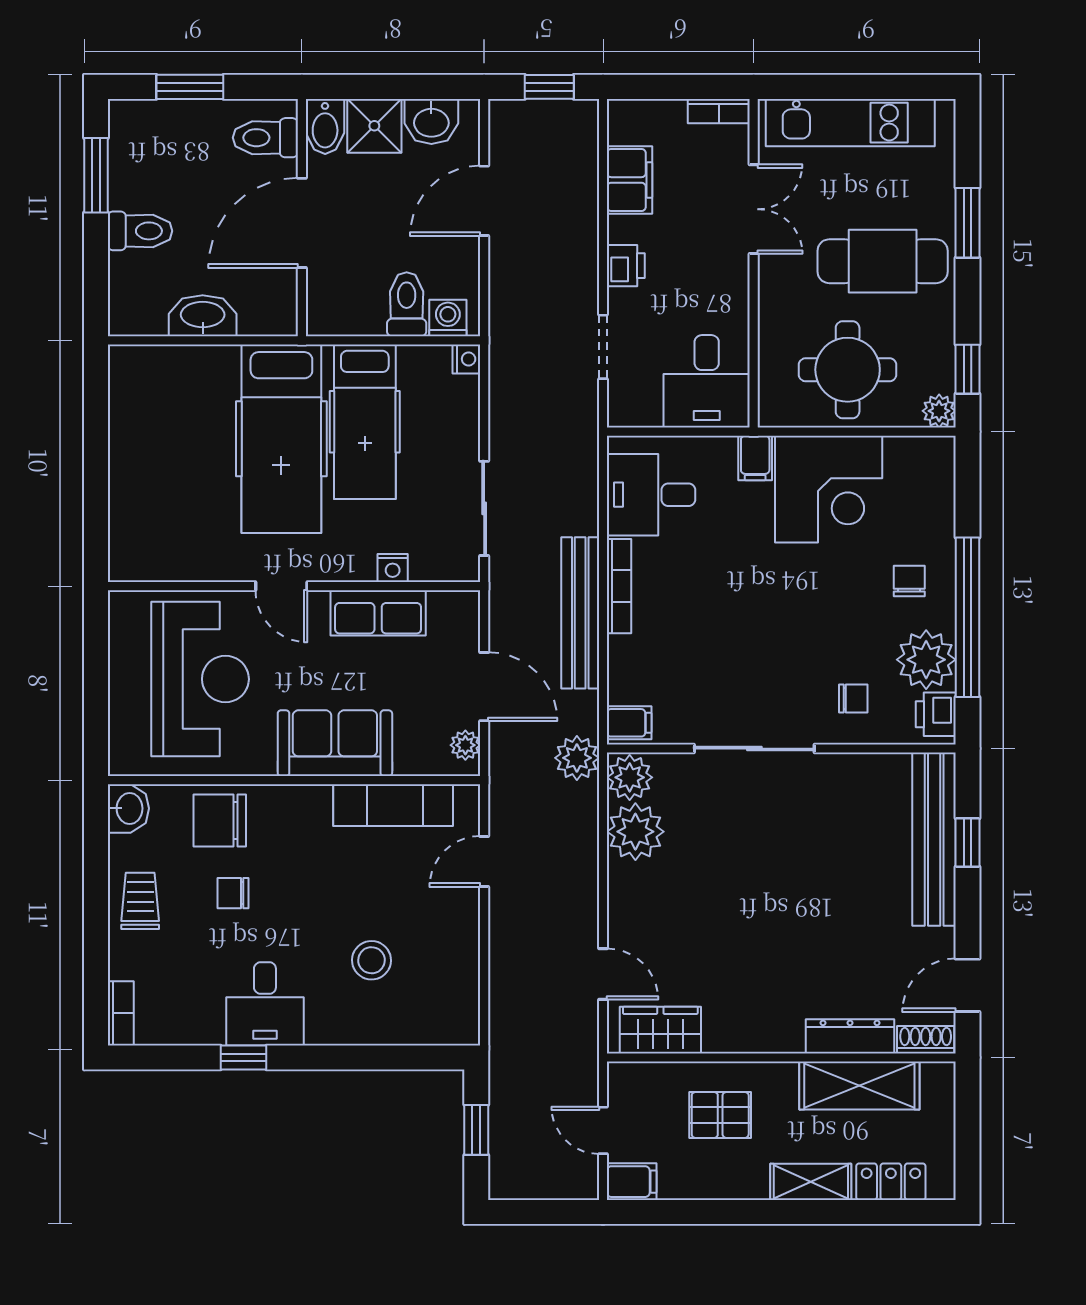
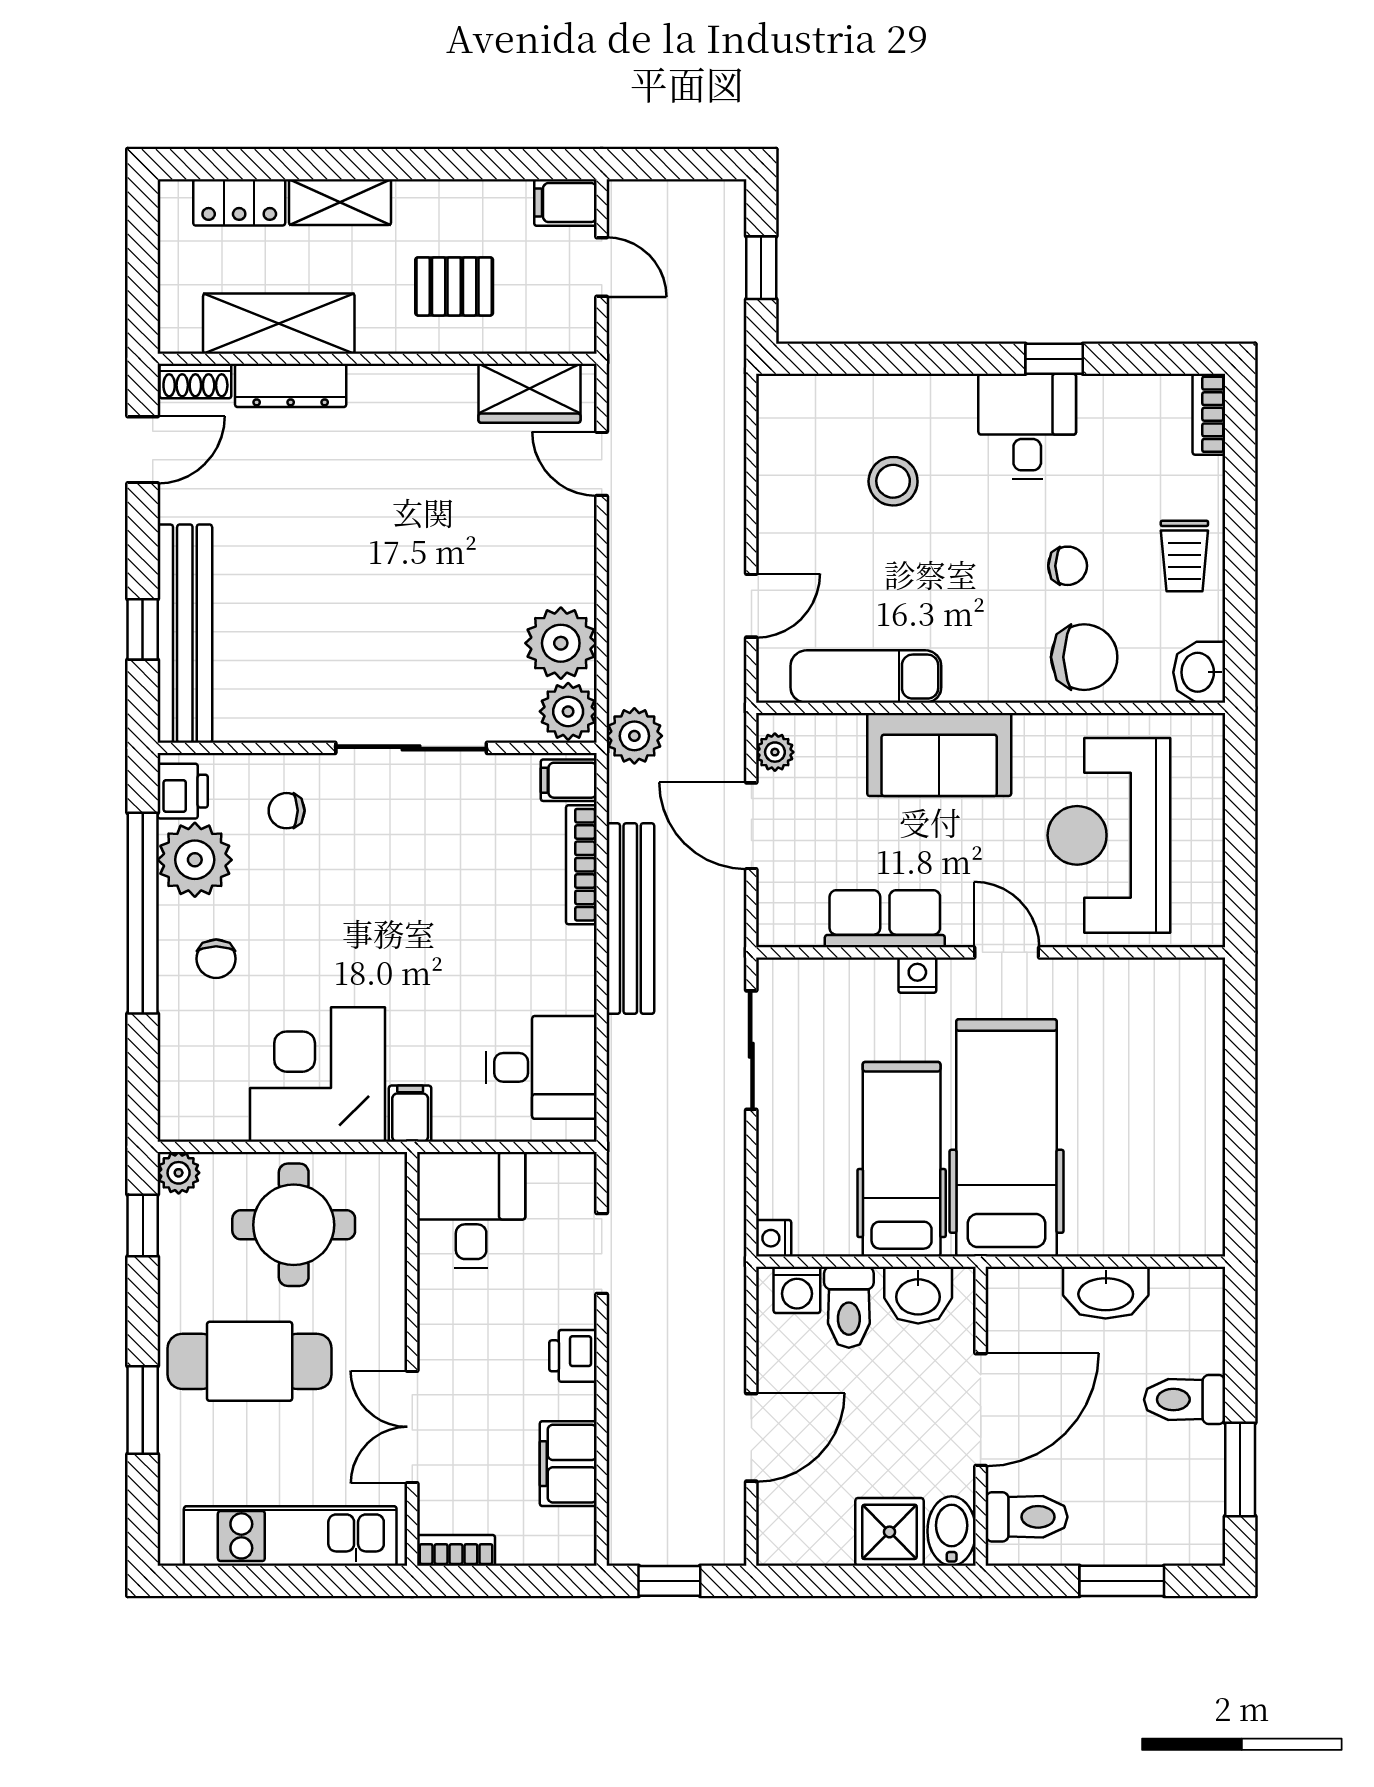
washbasin: (431, 121) -> (918, 1295), moved, turned 180
nightstand: (393, 568) -> (917, 975), moved
bookcase: (619, 586) -> (581, 865), moved

